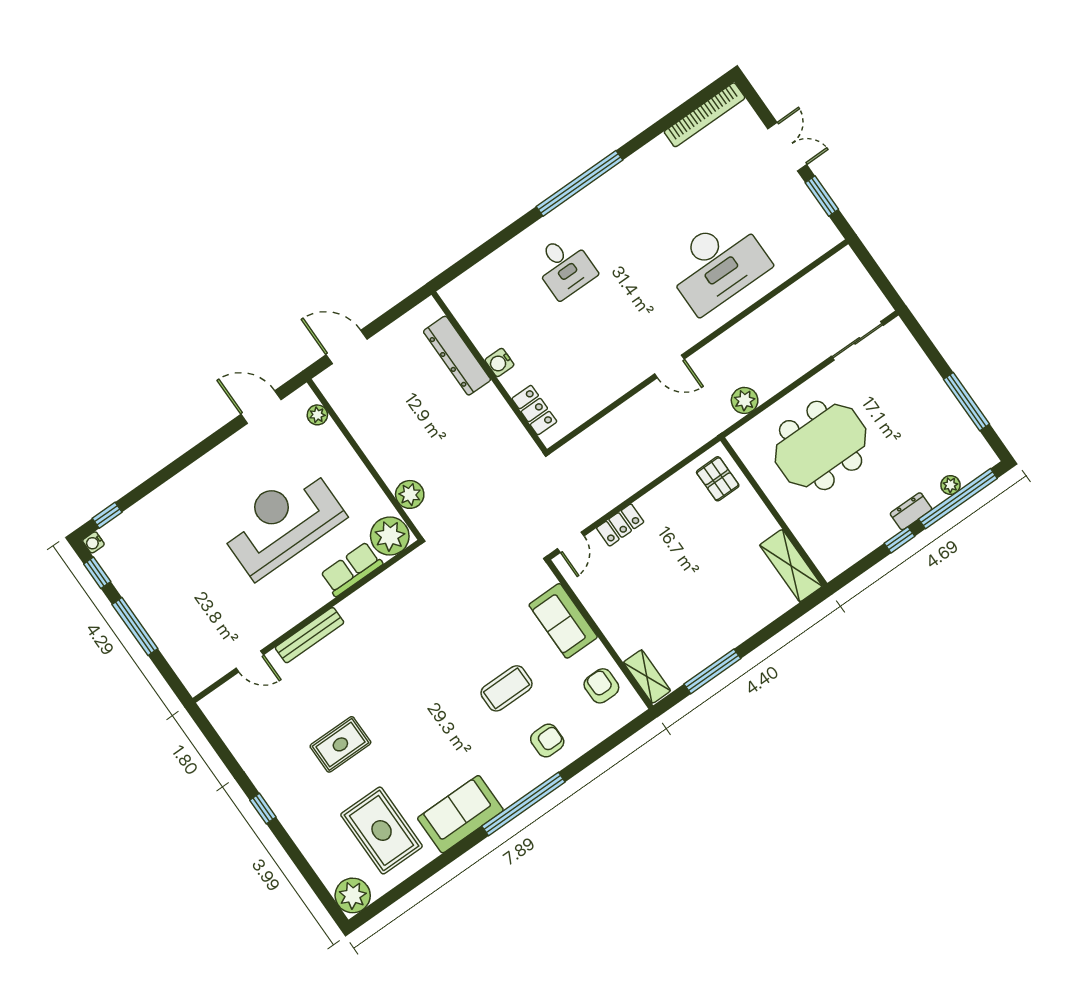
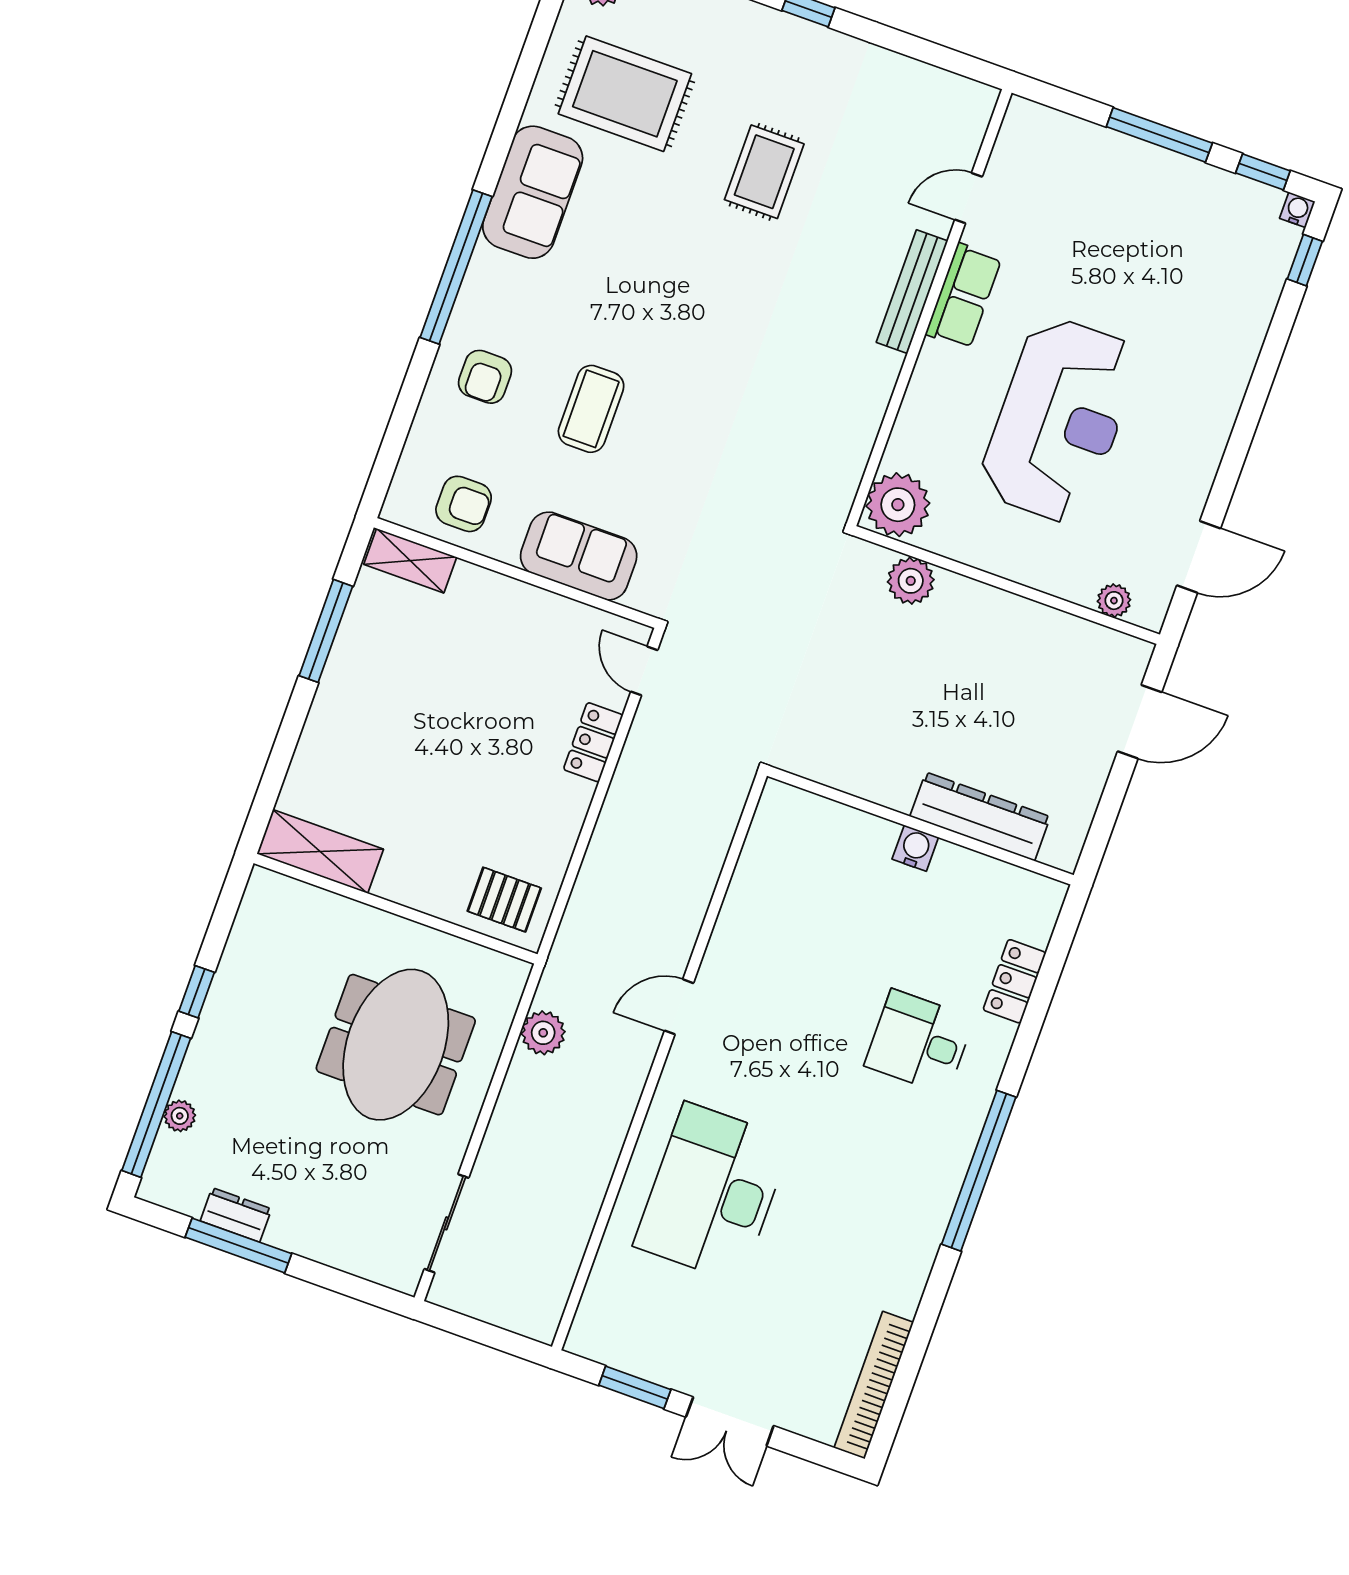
locker: (534, 410) -> (1014, 981), moved, turned 90
dresser: (911, 511) -> (236, 1215), moved, turned -90
row of seats: (351, 569) -> (964, 296), moved

